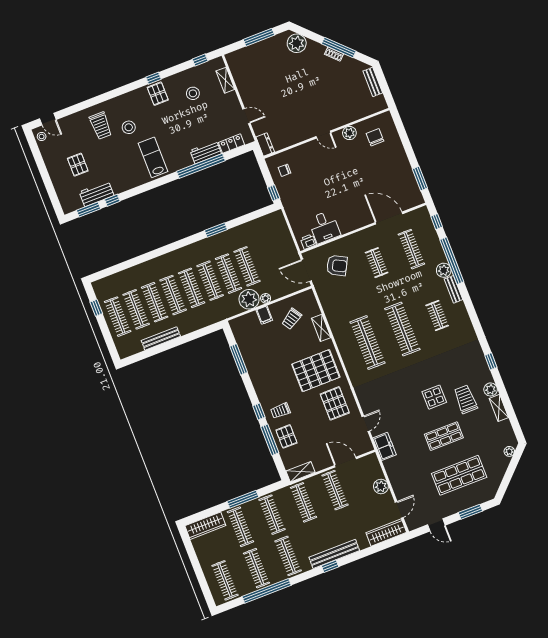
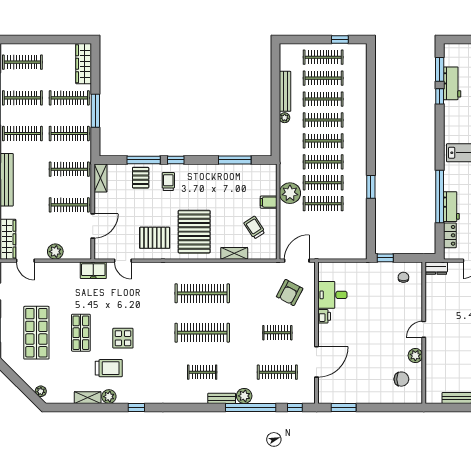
printer: (308, 242) -> (324, 316), moved
plant: (266, 298) -> (285, 118), moved
pallet: (286, 436) -> (141, 178), turned 90

